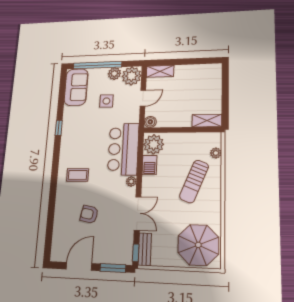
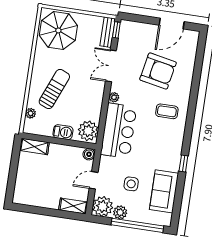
sofa: (76, 87) -> (164, 191), moved
barbecue: (149, 165) -> (63, 132), moved, turned 90
armchair: (89, 214) -> (158, 71), width x1.88, depth x1.88
window: (113, 268) -> (139, 19), removed

